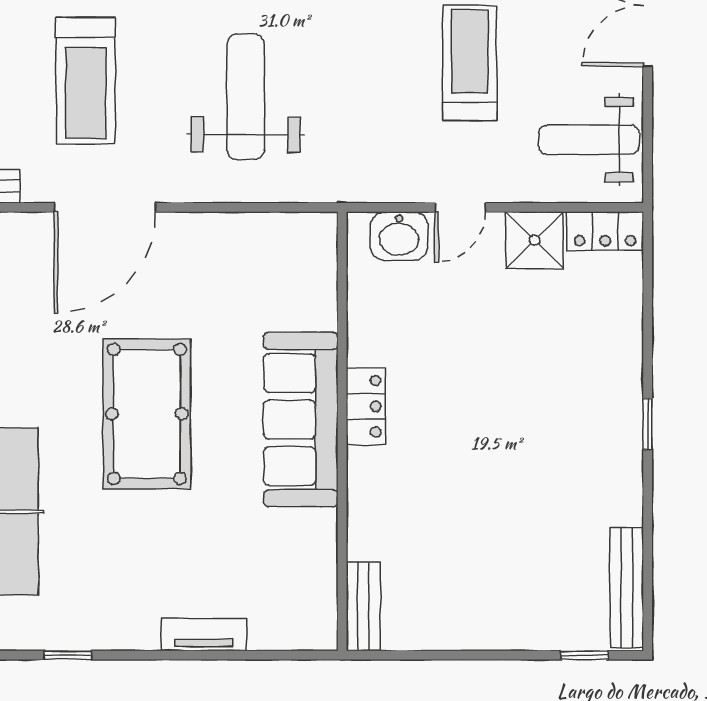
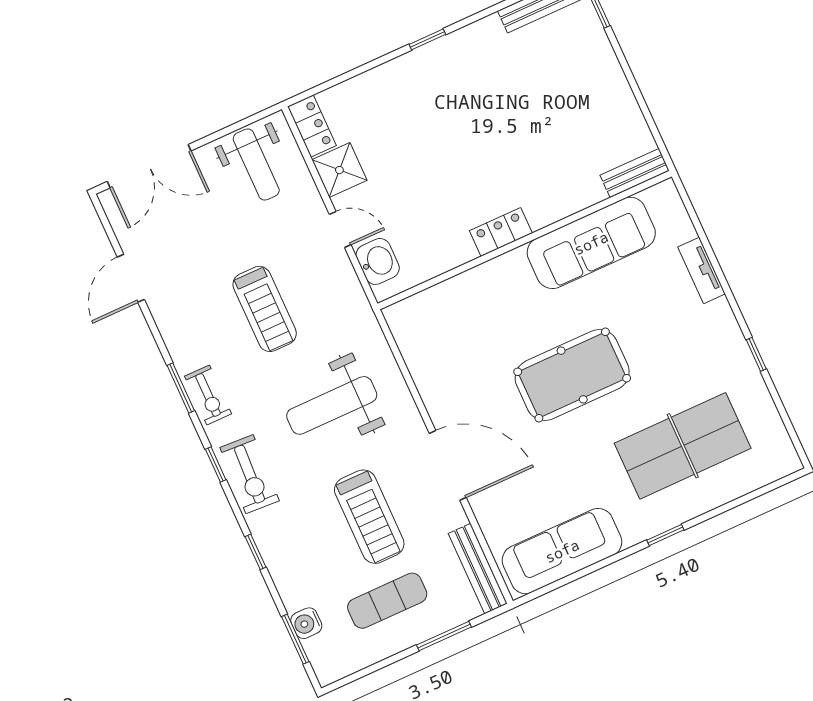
treadmill: (470, 63) -> (265, 309), moved, turned -90
treadmill: (86, 80) -> (369, 517), turned 90
sofa: (301, 420) -> (591, 243), moved

